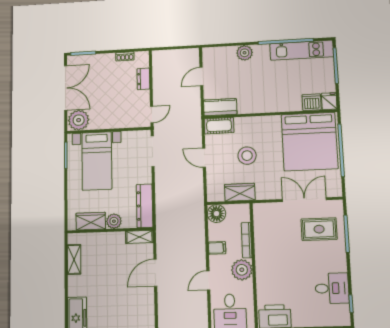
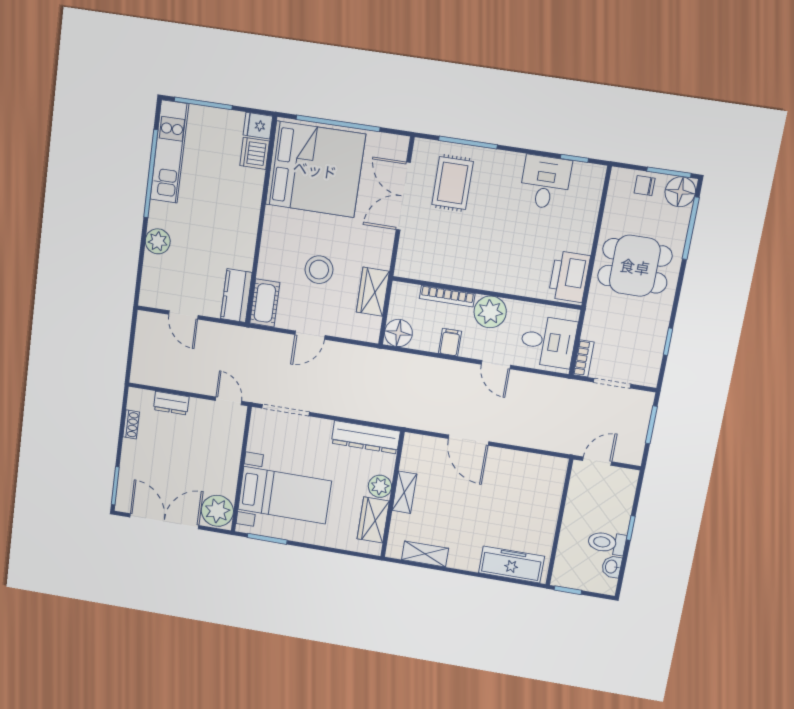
shelving: (139, 237) -> (404, 492), moved

